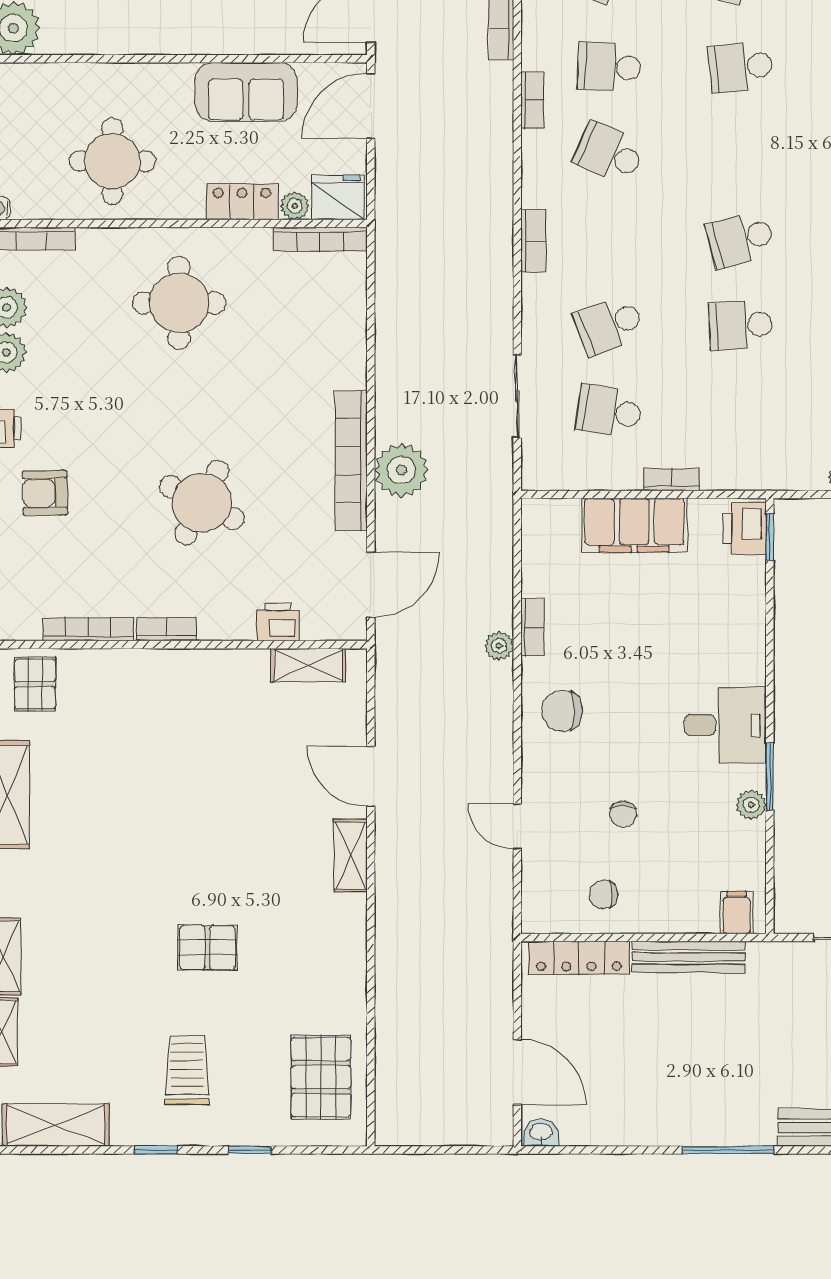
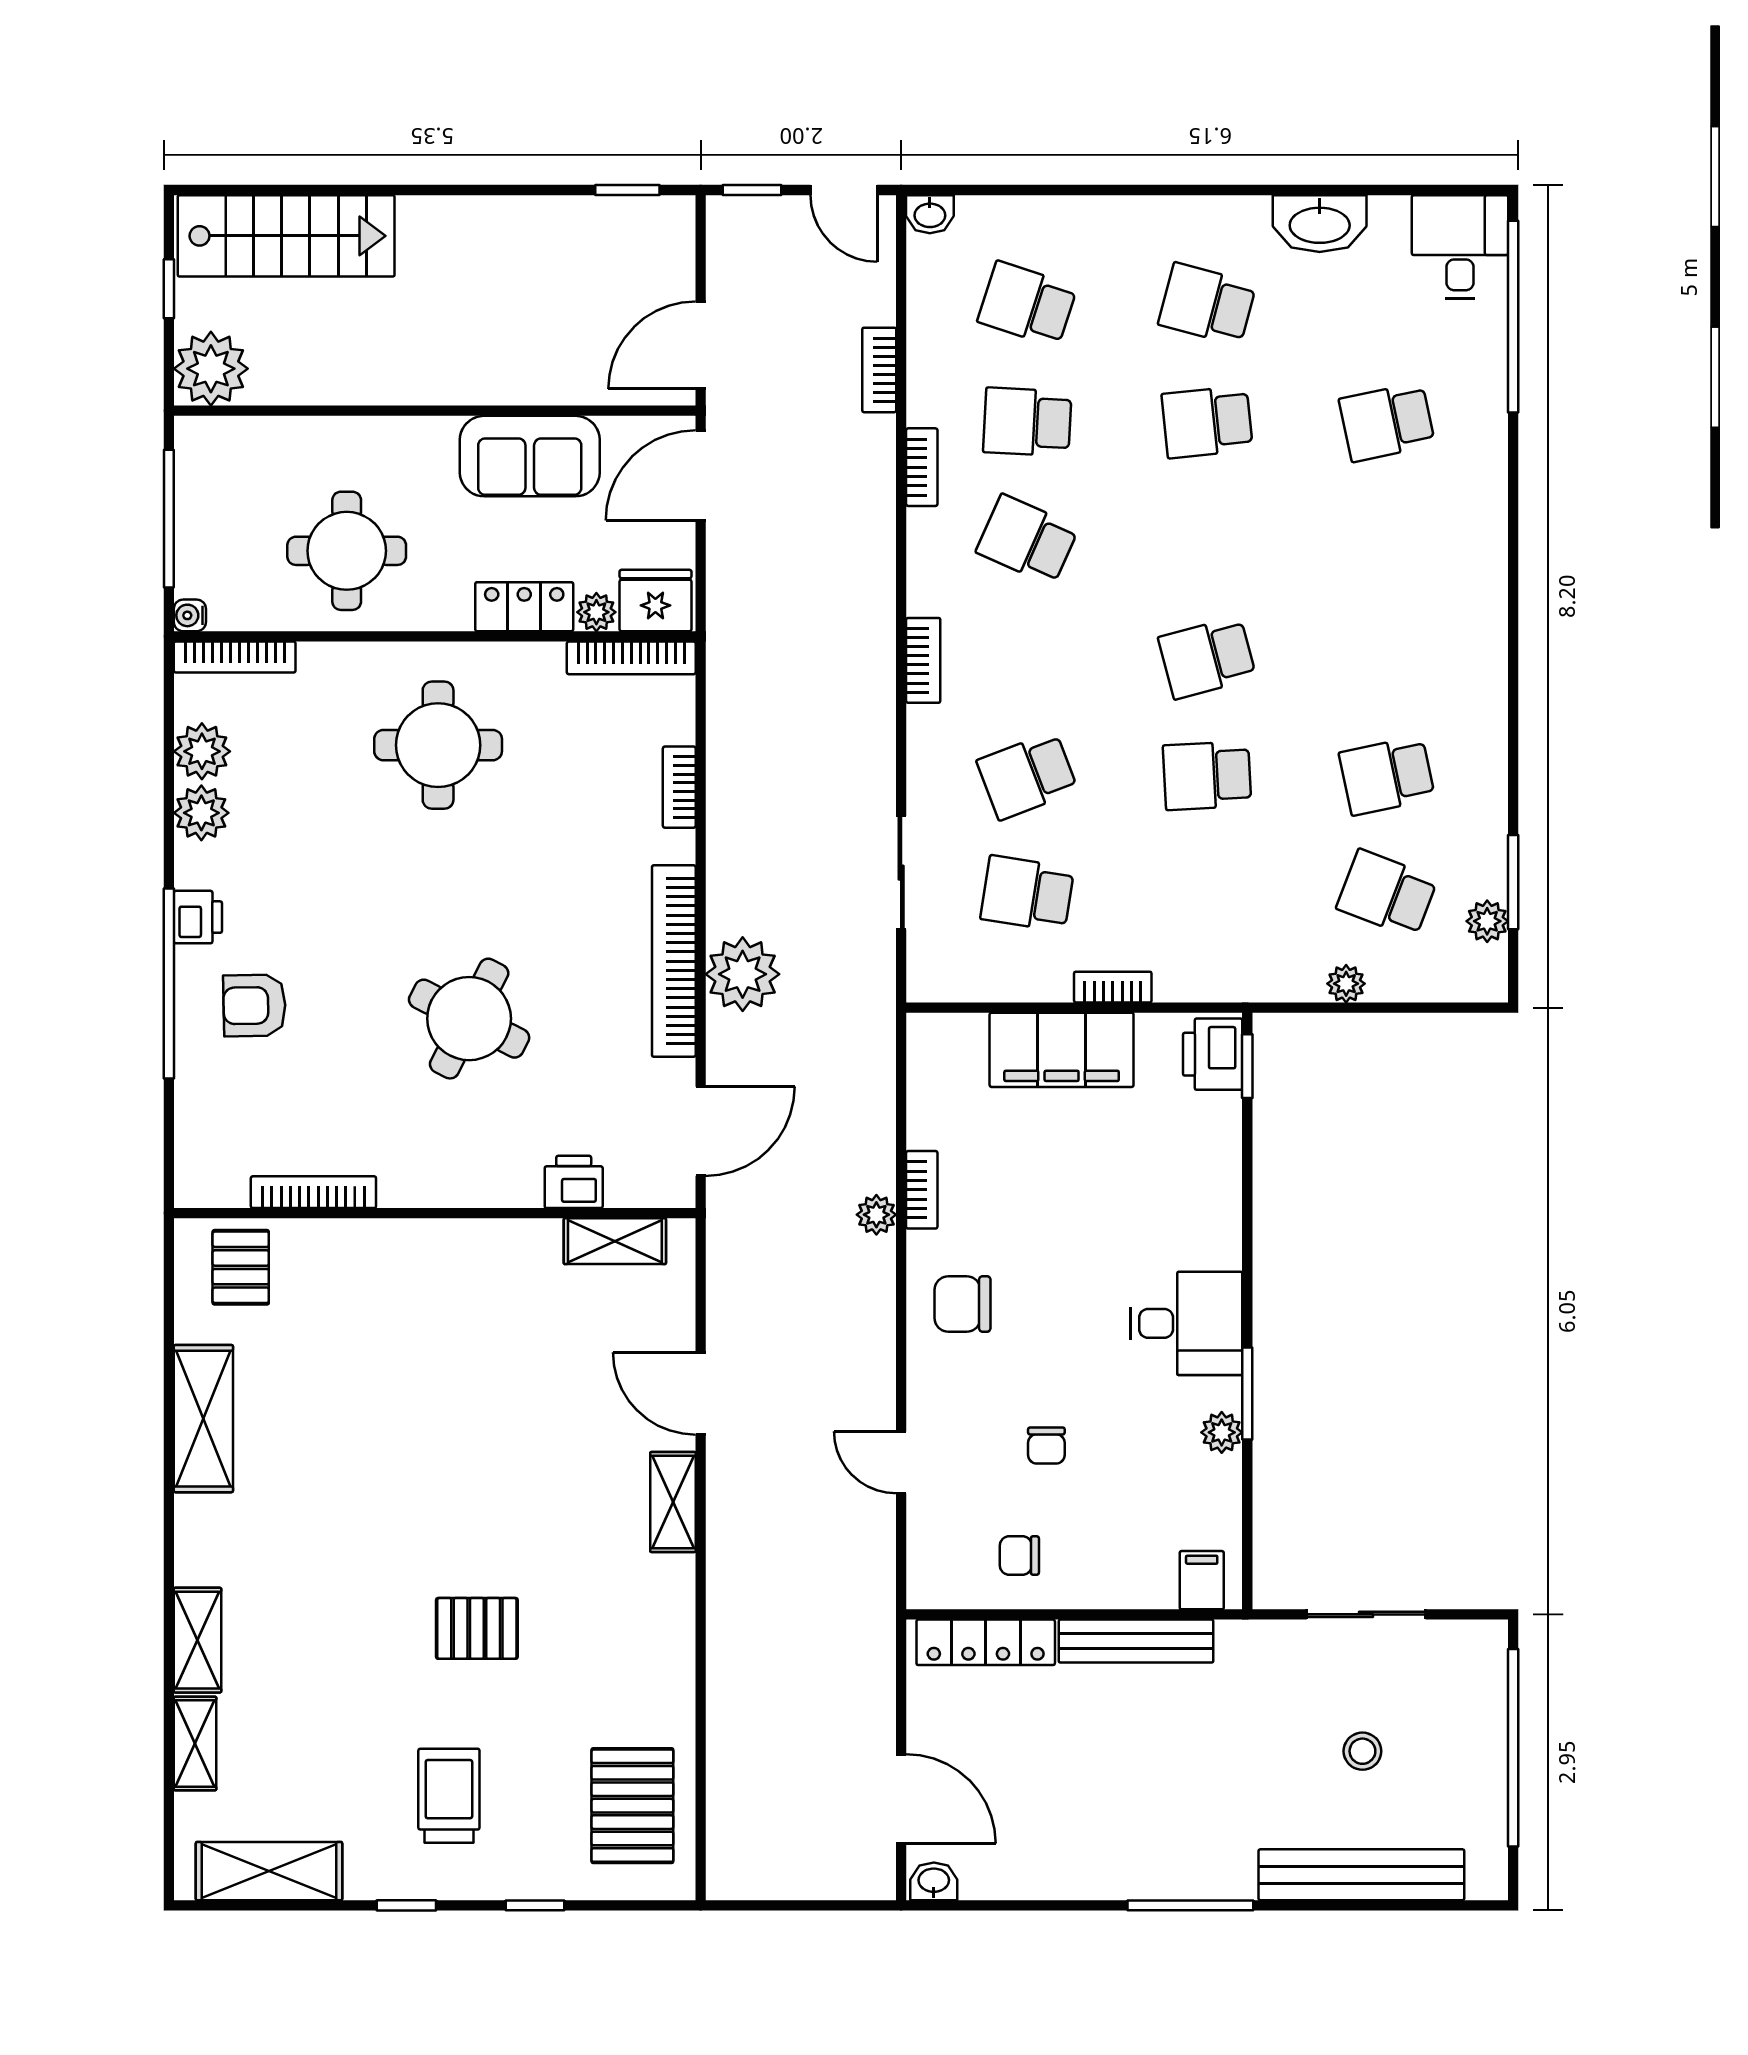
bookcase: (166, 629) -> (679, 787), moved, turned -90

